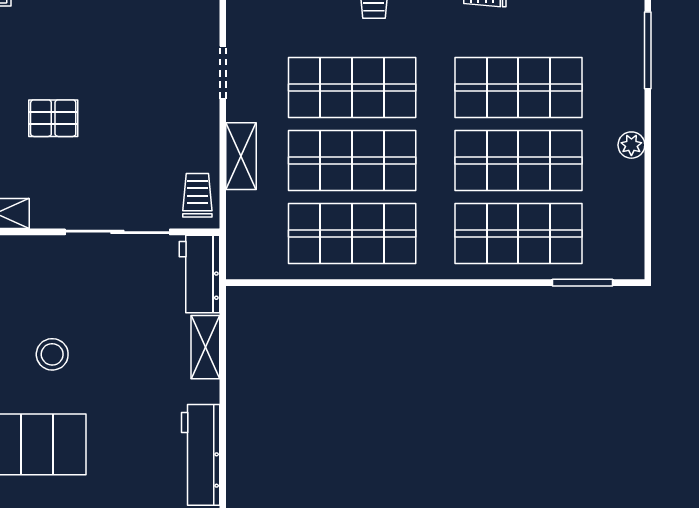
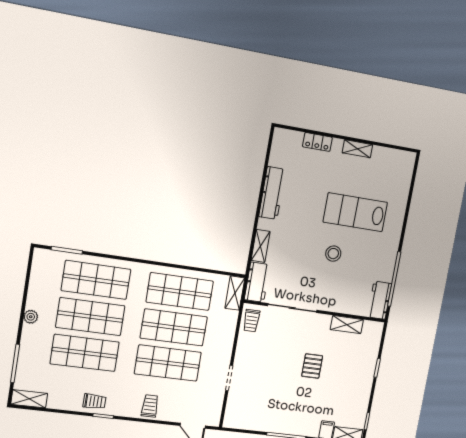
pallet: (53, 118) -> (312, 366), turned 90
shelving: (241, 156) -> (235, 293), moved

